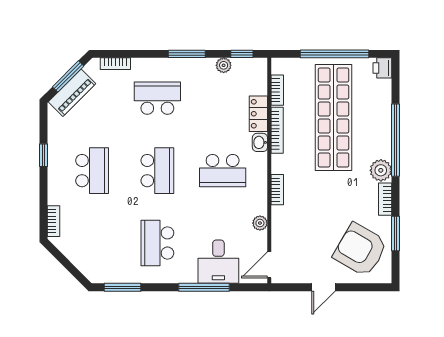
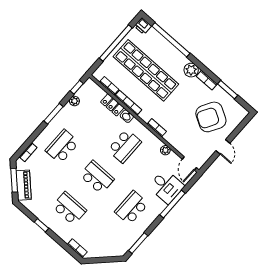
window: (396, 140) -> (171, 40), moved
school desk: (157, 243) -> (132, 208), turned 90
armchair: (360, 250) -> (211, 117), moved

